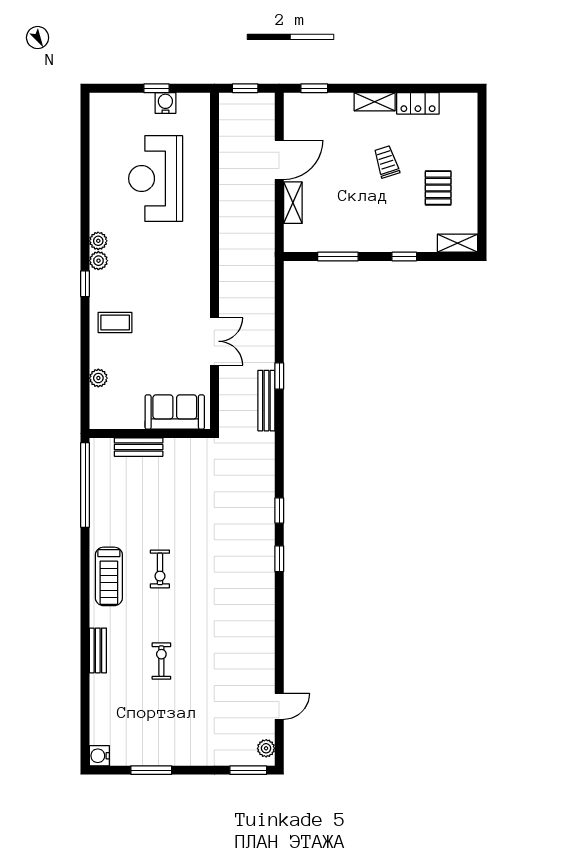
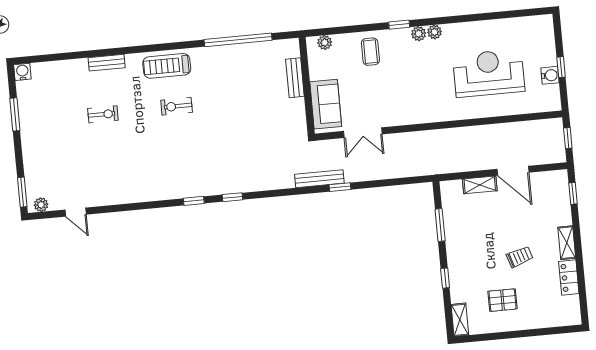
sofa: (175, 412) -> (326, 104), moved
wall: (150, 433) -> (307, 86), moved
bench: (139, 447) -> (295, 78), moved

